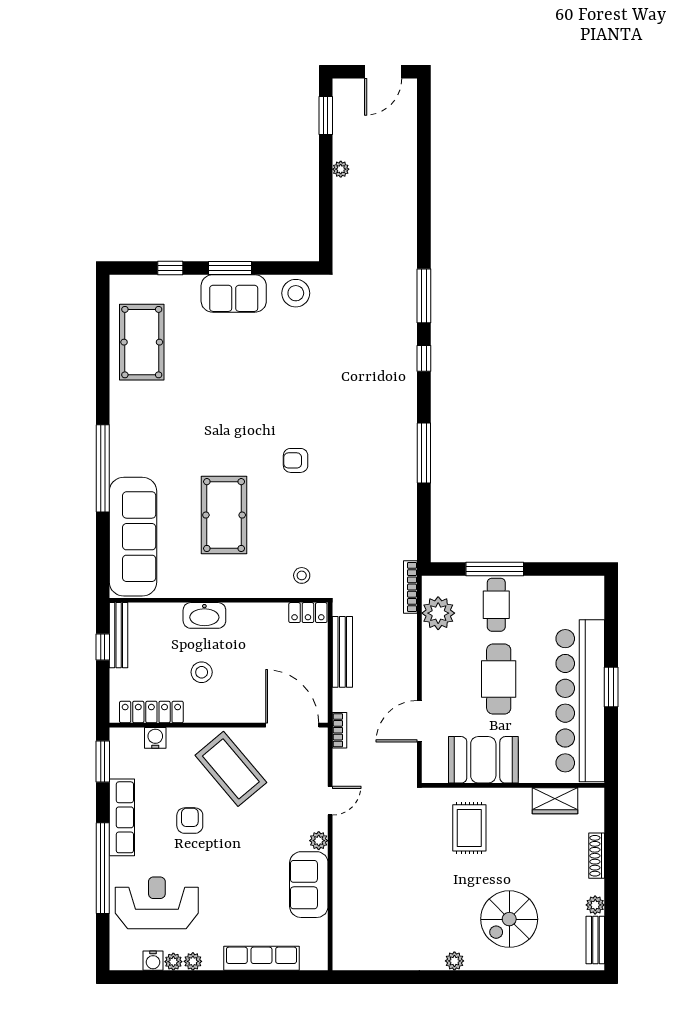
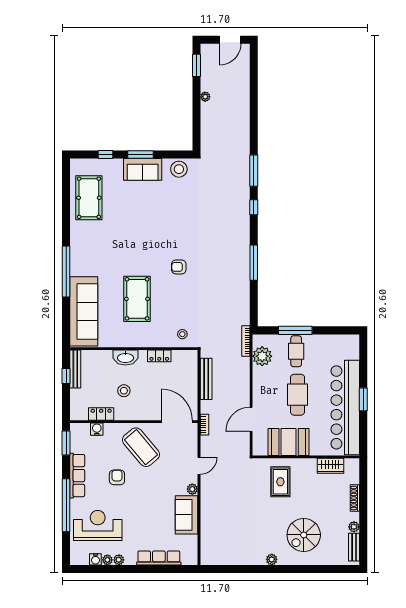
locker: (308, 613) -> (159, 356), moved
locker: (151, 712) -> (101, 414), width x0.66

